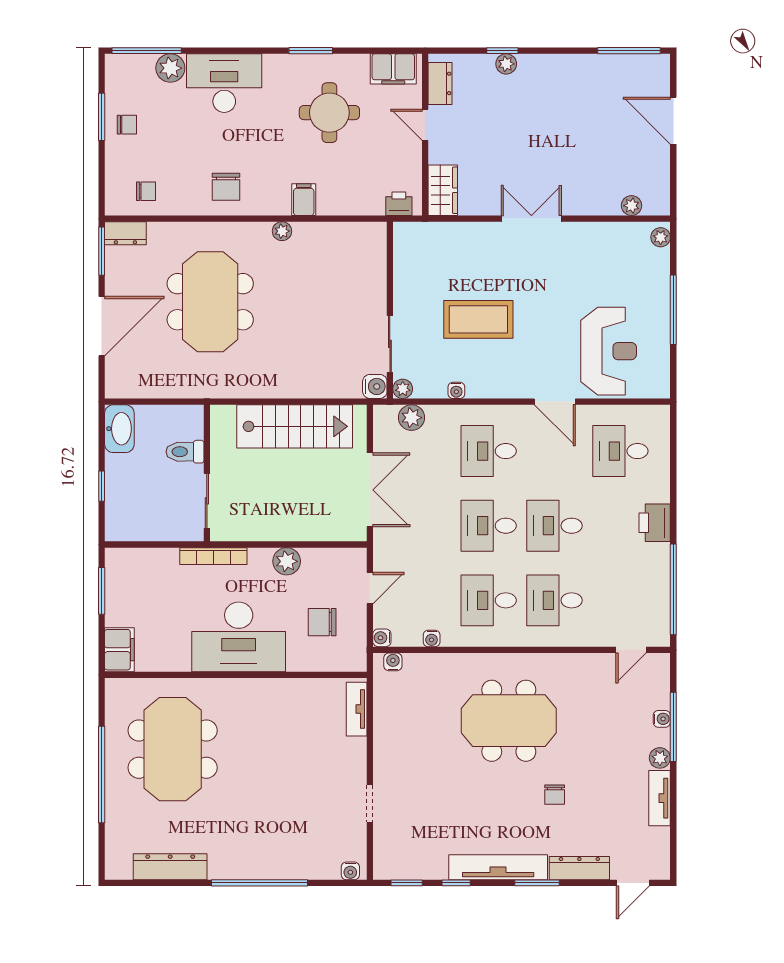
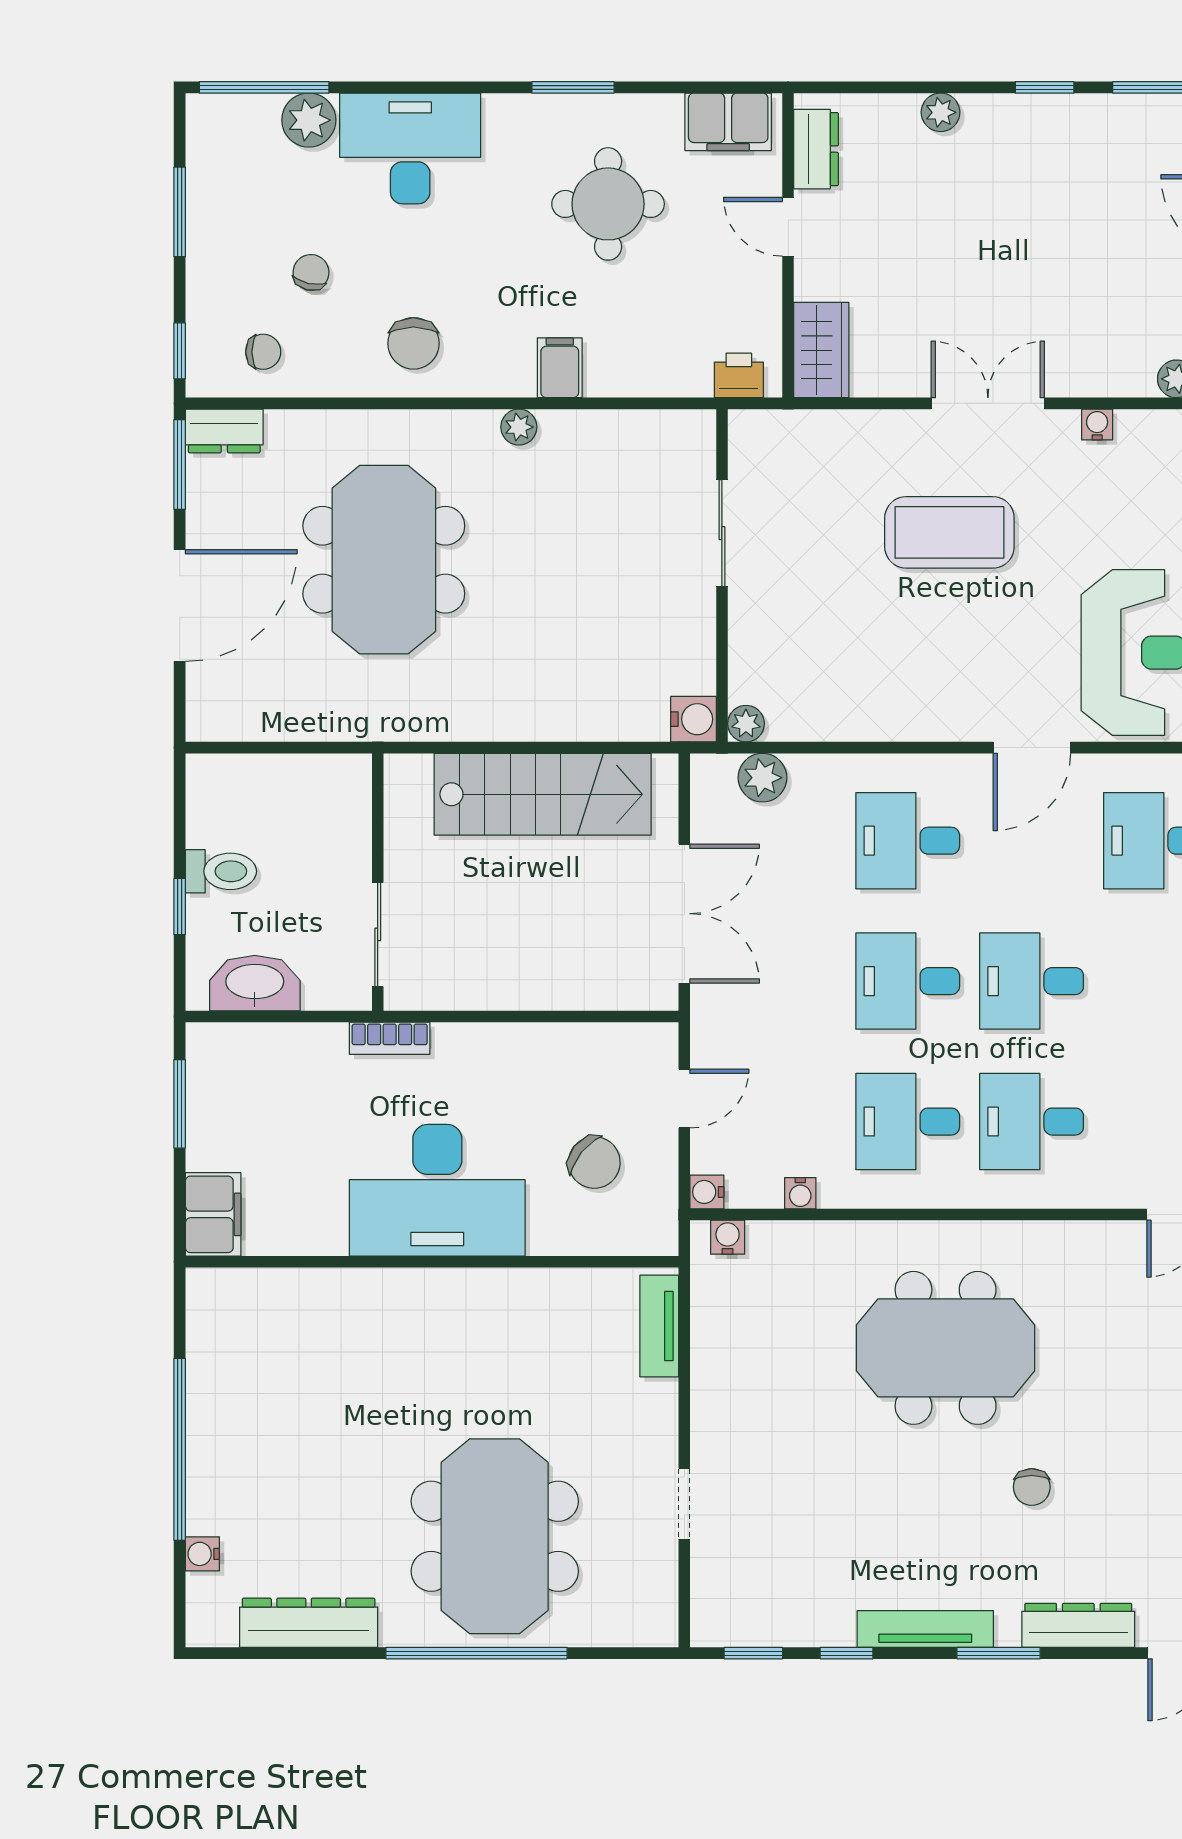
window: (502, 51) -> (1045, 87), moved
chair: (127, 125) -> (311, 272), moved, turned -77
window: (102, 191) -> (180, 351), added
coffee table: (478, 319) -> (949, 532), moved
sliding door: (390, 344) -> (722, 533), moved
water cooler: (456, 390) -> (1097, 424), moved, turned 180
door: (555, 402) -> (1032, 748), hinge flipped
washbasin: (119, 429) -> (255, 983), moved, turned -90
toilet: (185, 452) -> (221, 871), moved, turned 180
bookcase: (213, 556) -> (390, 1038), width x0.64
plant: (287, 561) -> (527, 1048), removed
chair: (322, 622) -> (594, 1162), turned -141
meeting table: (173, 749) -> (495, 1536), moved
tv unit: (498, 867) -> (925, 1629), width x0.73, depth x0.78
water cooler: (350, 871) -> (202, 1554), moved, turned 90

